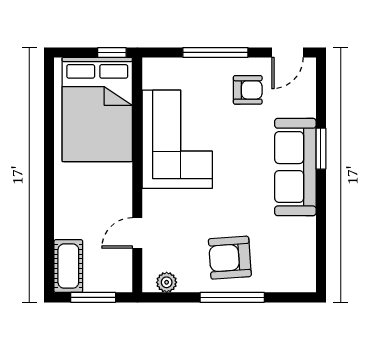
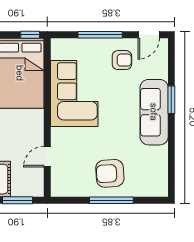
plant: (167, 282) -> (67, 190), removed

